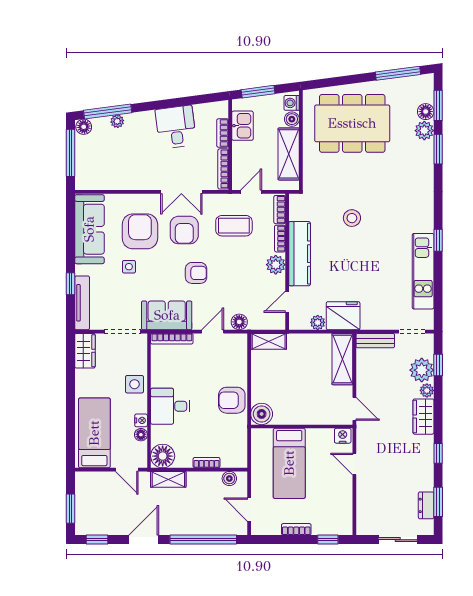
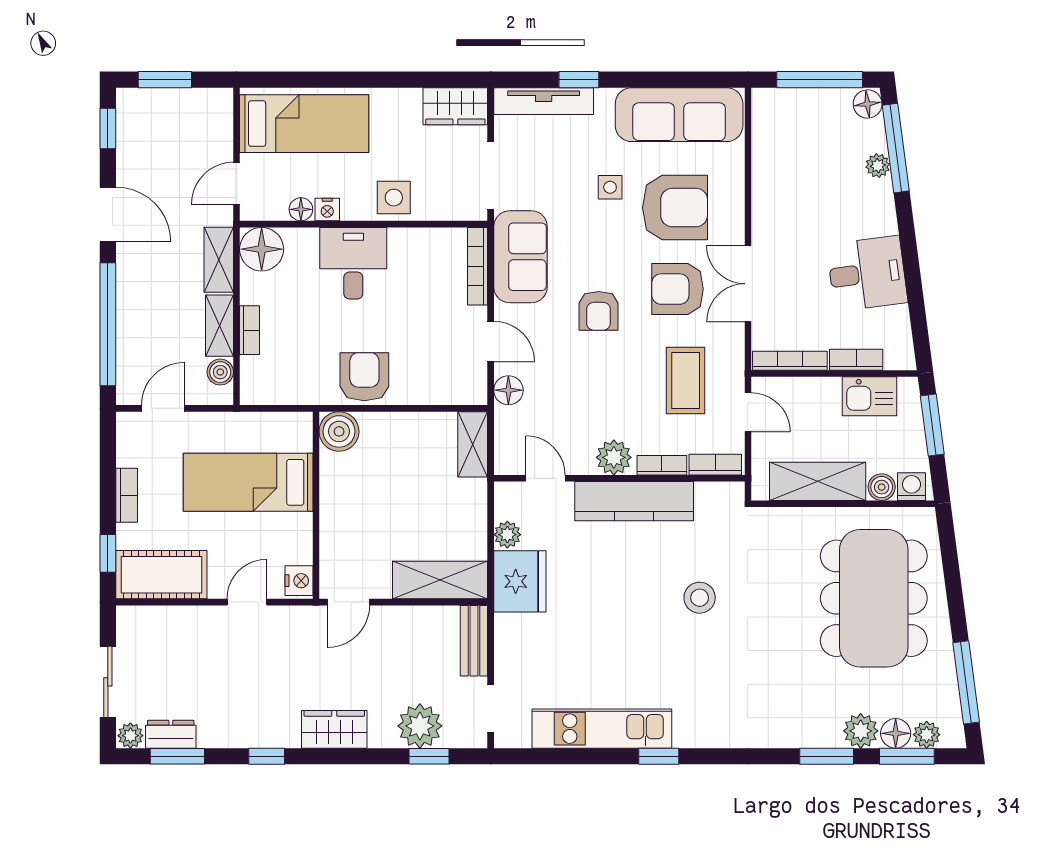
plant: (426, 95) -> (927, 735), added
plant: (427, 390) -> (130, 736), moved
shelving: (204, 479) -> (220, 326), added
cot: (339, 510) -> (161, 575), added

